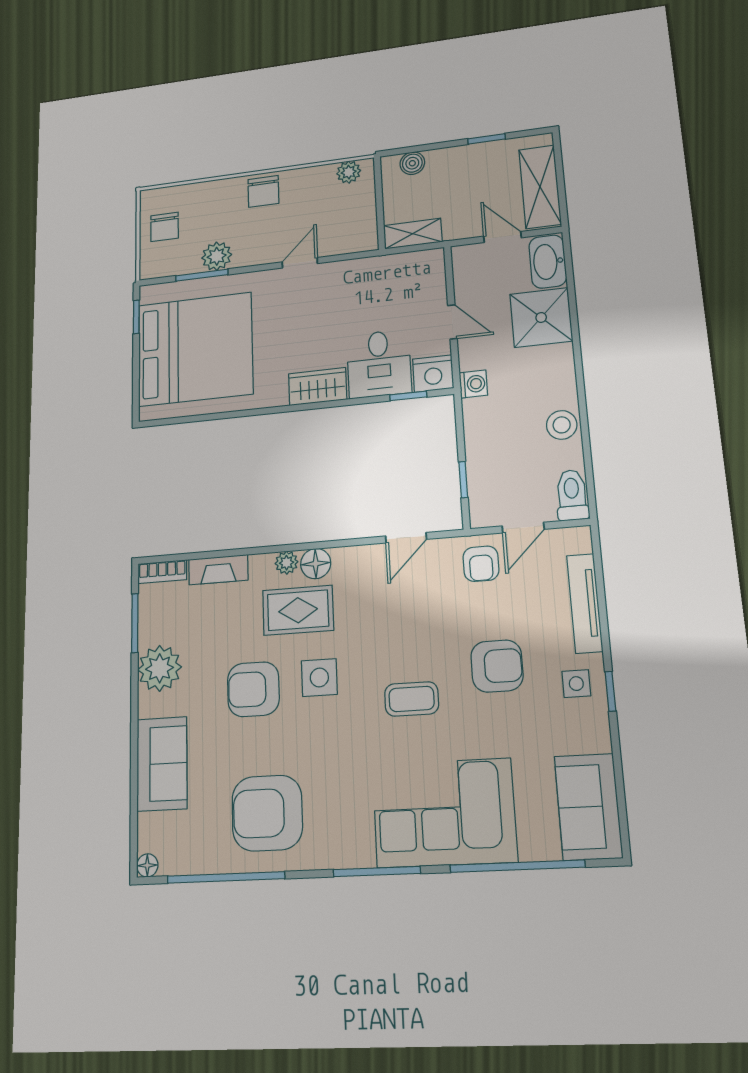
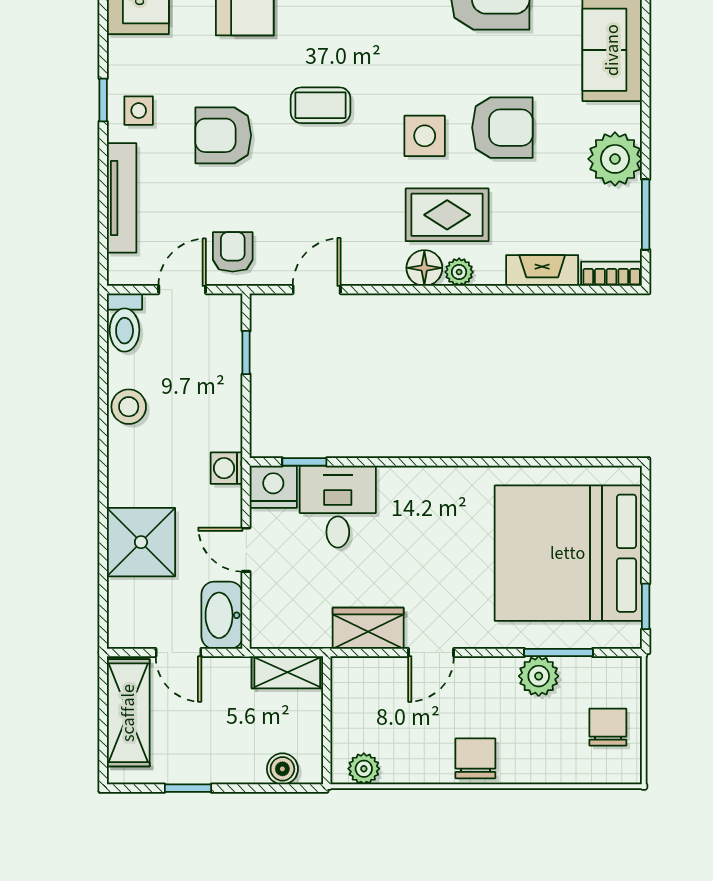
washbasin: (548, 262) -> (222, 615), moved, turned 180
wardrobe: (318, 387) -> (368, 628), moved, turned 180

